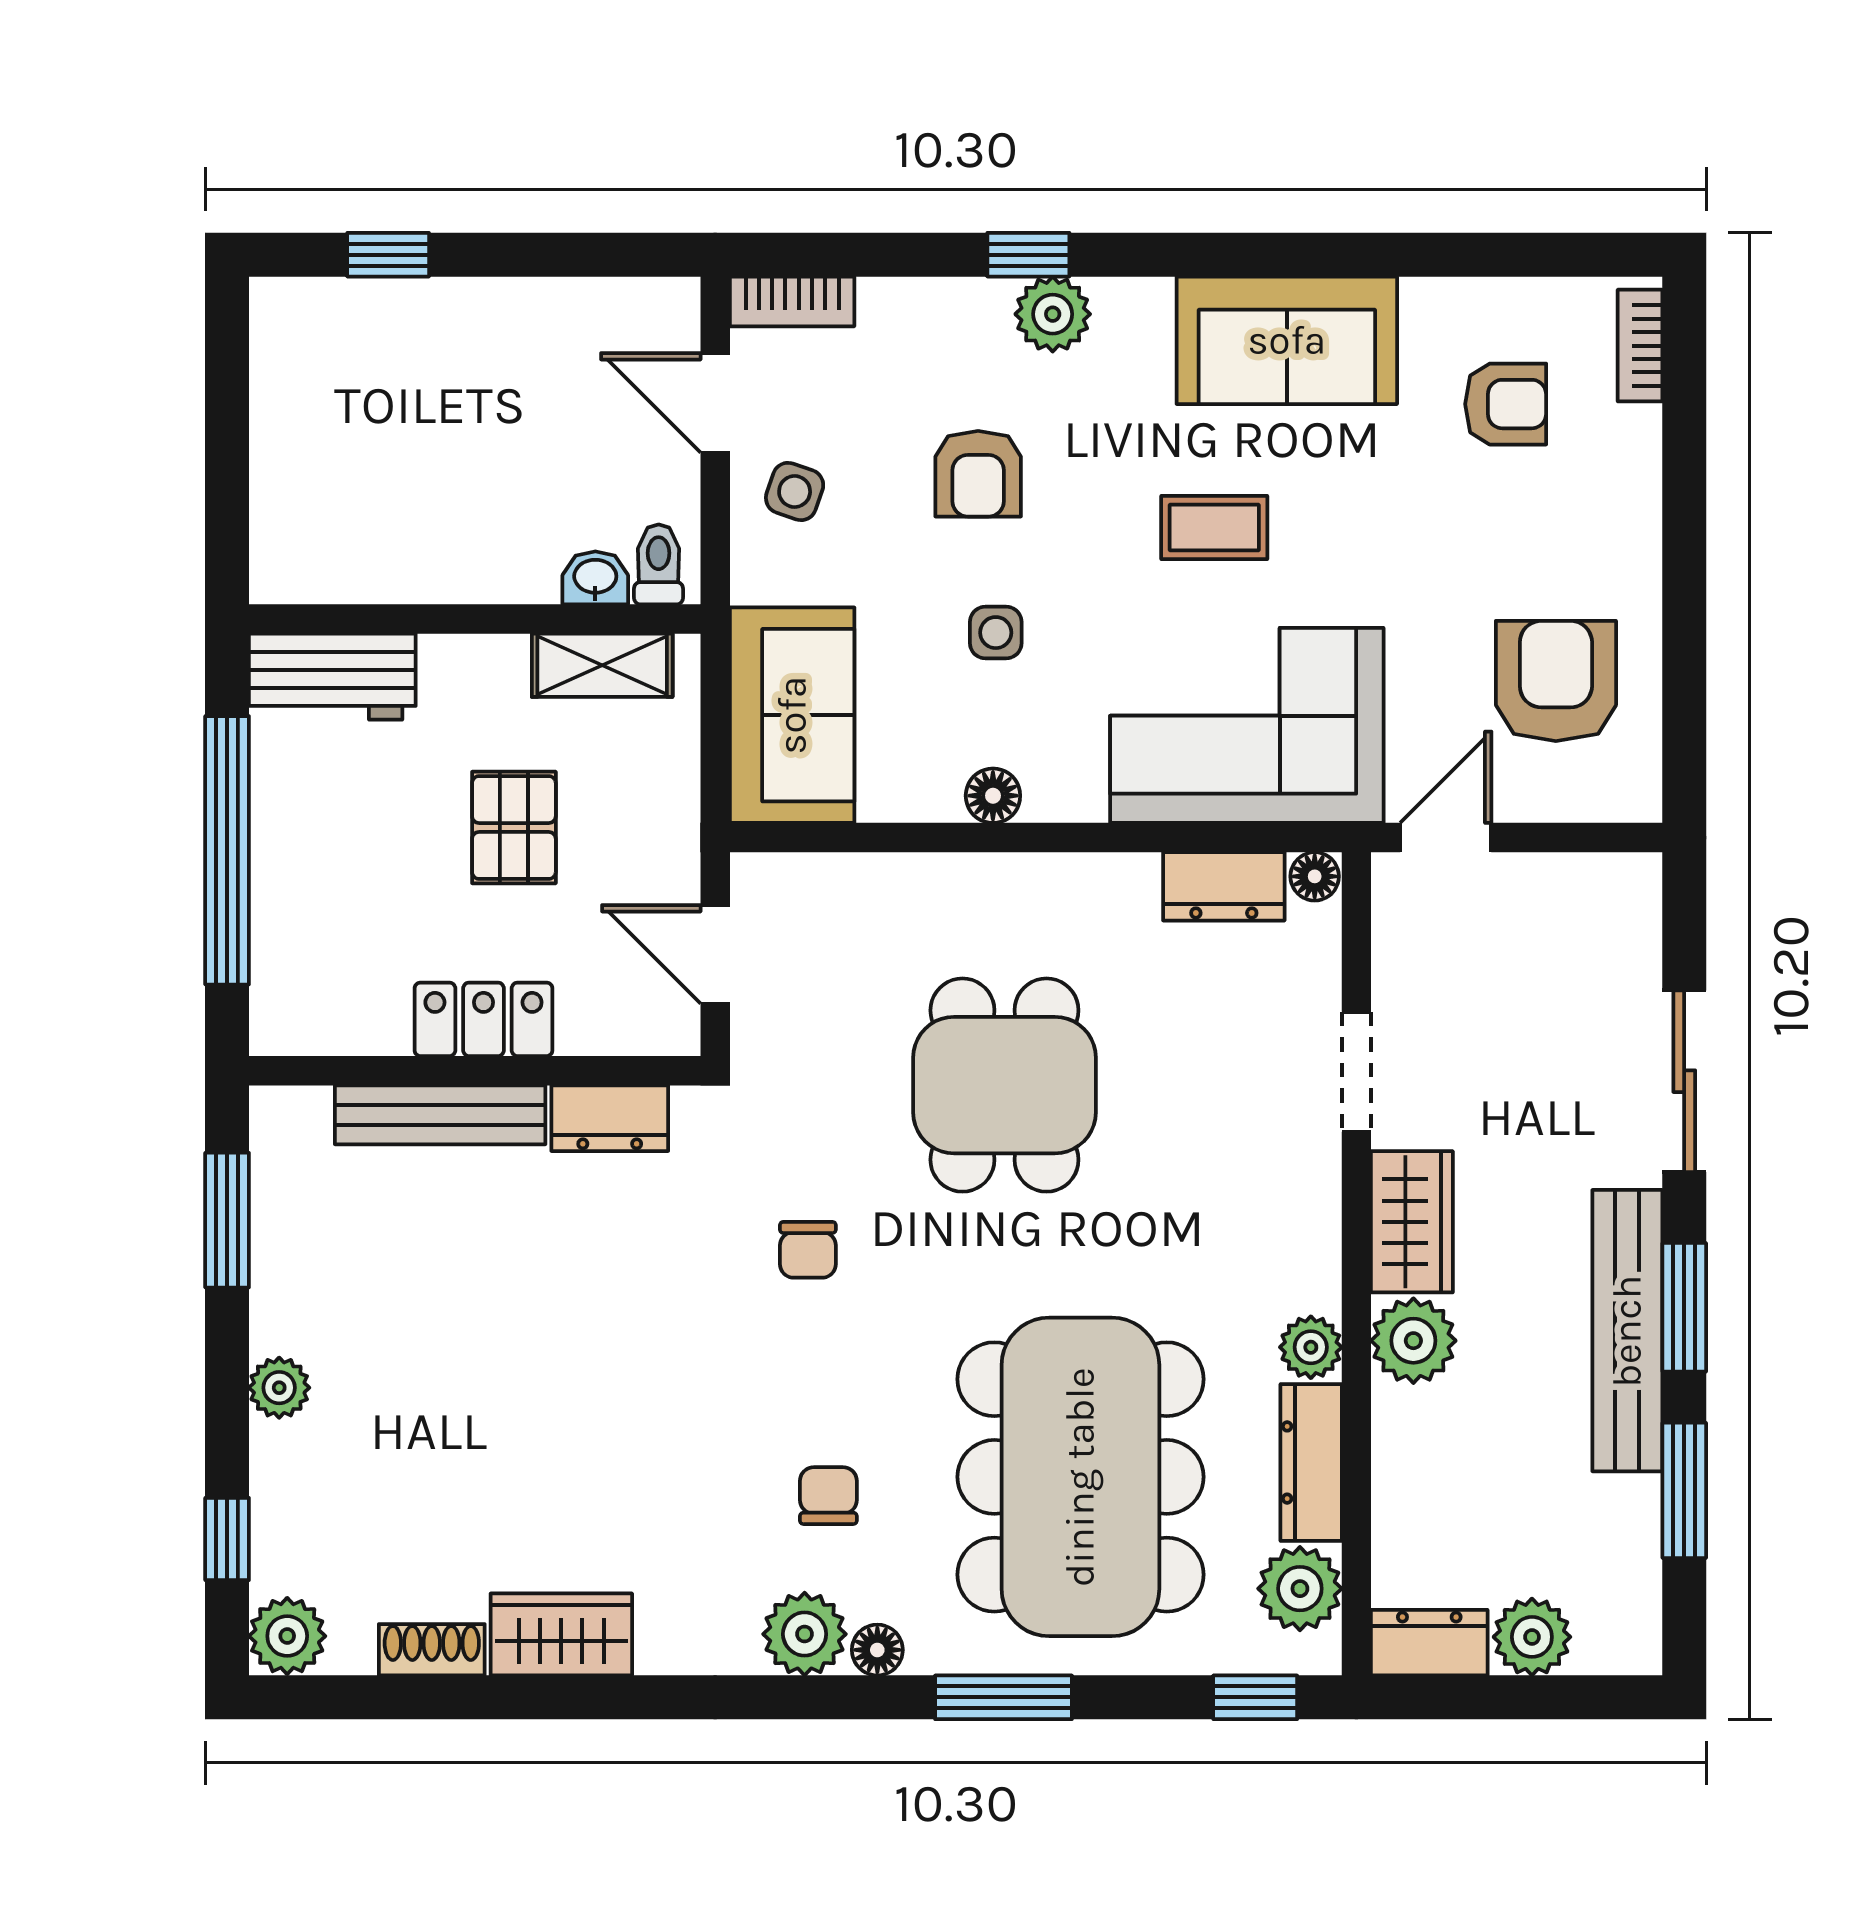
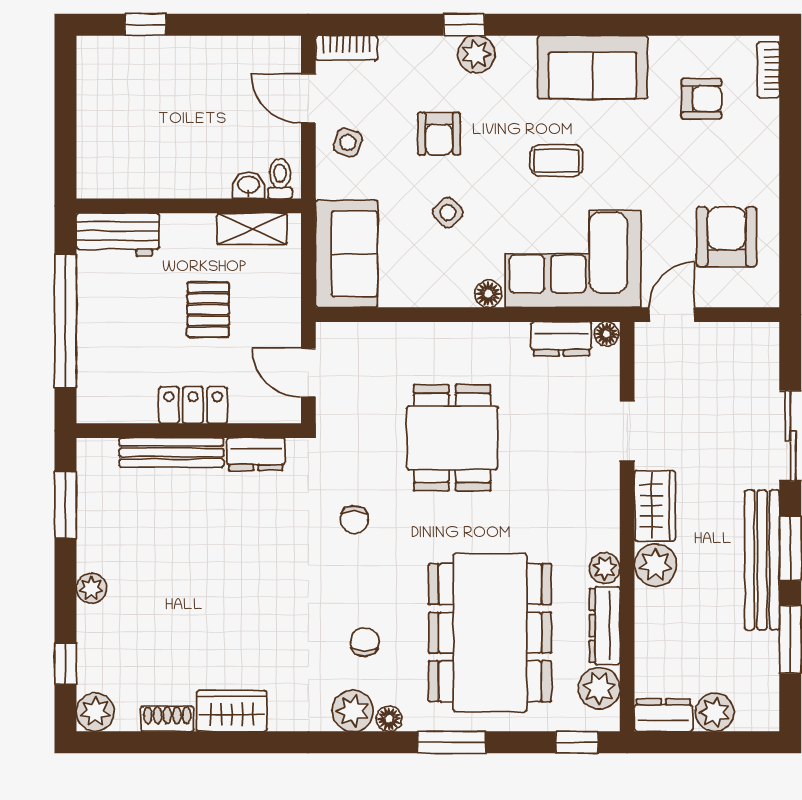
side table: (996, 633) -> (448, 213), turned 45
floor lamp: (993, 796) -> (488, 294), moved

